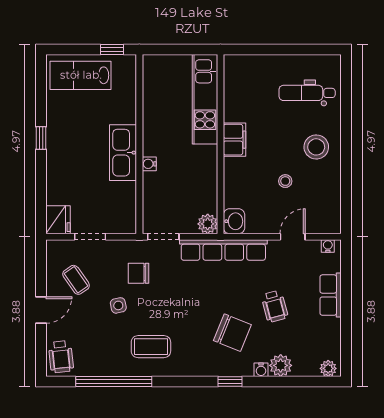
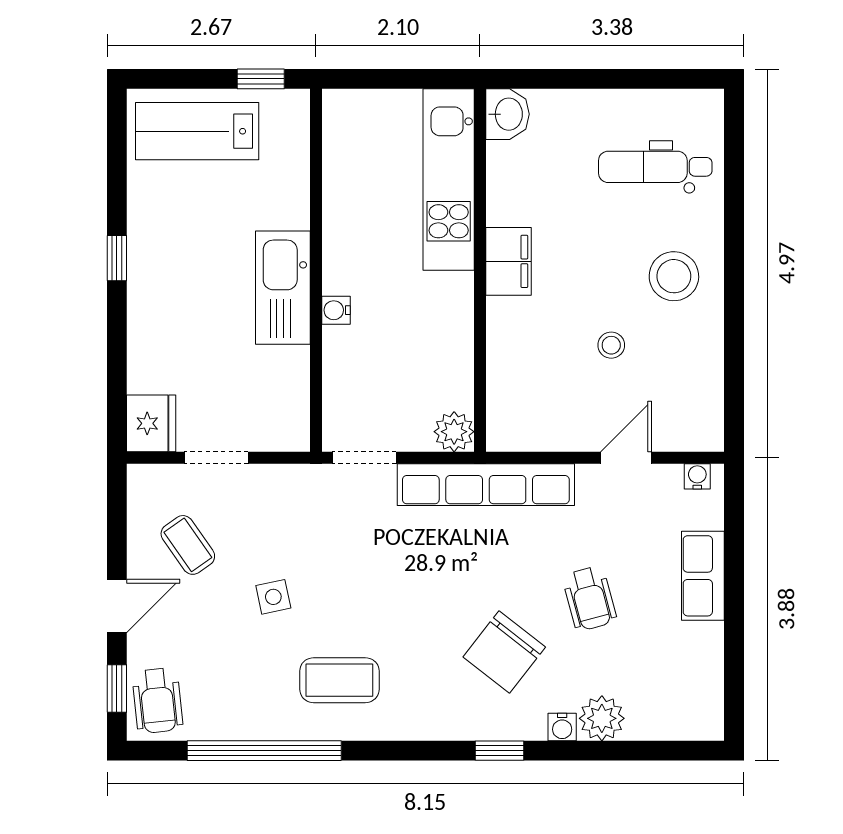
washbasin: (234, 221) -> (508, 114), moved
chair: (139, 273) -> (314, 532), removed
chair: (232, 333) -> (504, 652), turned 106
window: (41, 351) -> (117, 688), added
plant: (328, 368) -> (698, 724), removed

